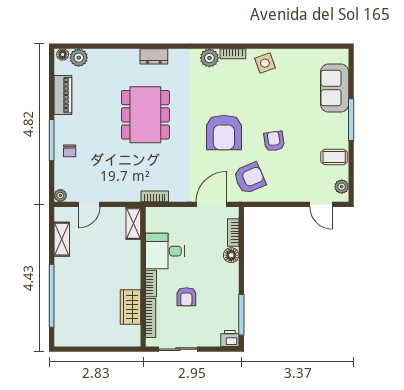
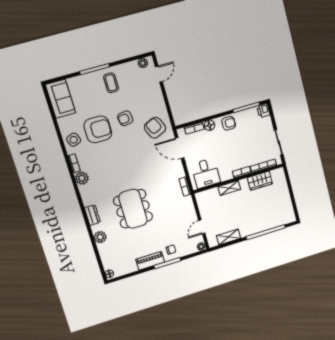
plant: (79, 58) -> (100, 237), moved
sofa: (335, 88) -> (61, 99), moved, turned -90
piano: (63, 95) -> (150, 261), moved
dining table: (145, 115) -> (133, 209), turned 90
armchair: (224, 132) -> (98, 129), moved
coffee table: (334, 157) -> (111, 83), moved
door: (89, 204) -> (202, 227), swing flipped
shelving: (133, 223) -> (229, 188), moved
desk: (165, 251) -> (206, 173), moved
armchair: (186, 297) -> (229, 123), moved

